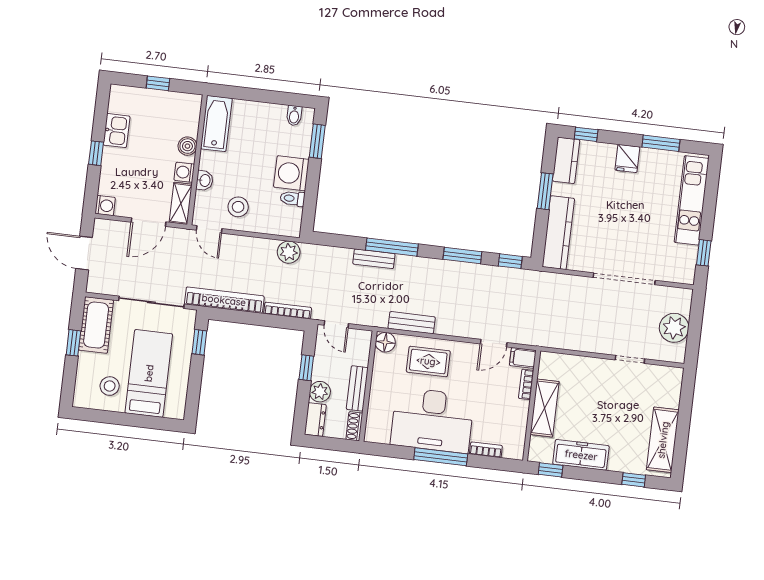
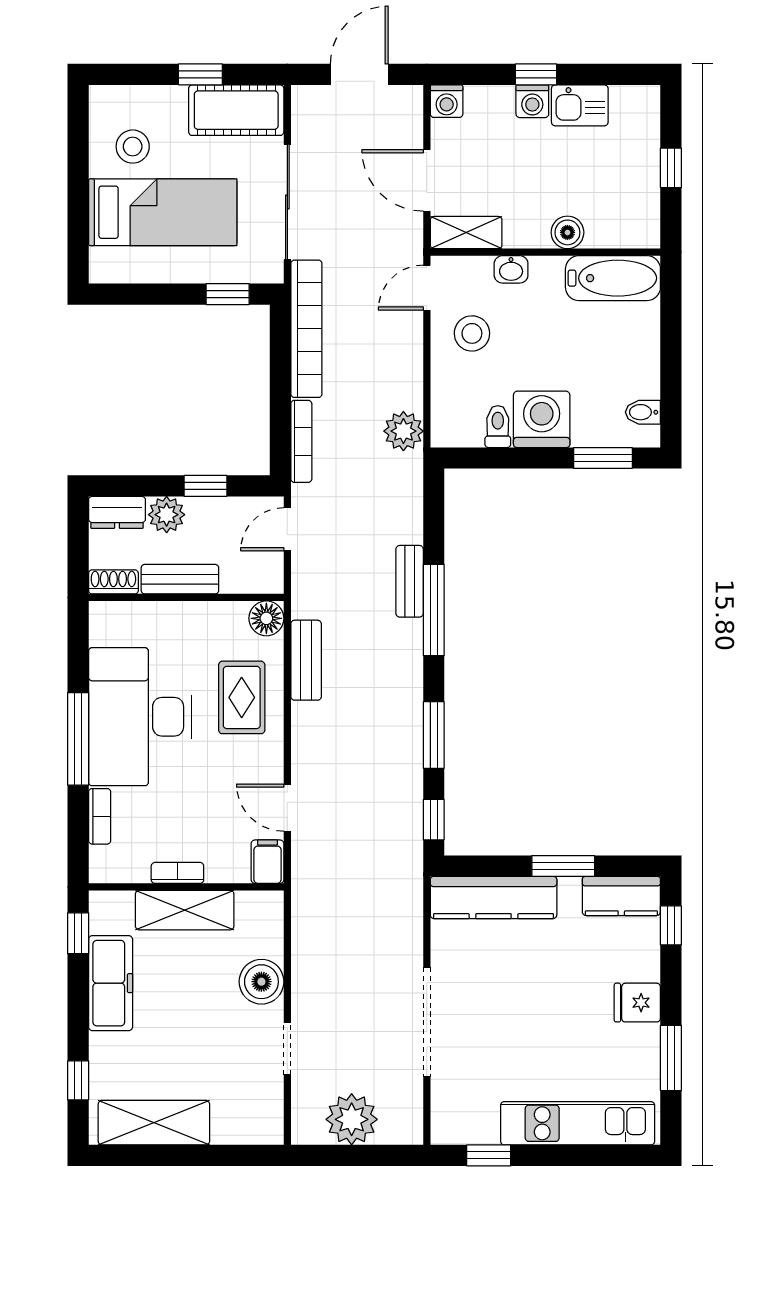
washing machine: (184, 172) -> (532, 101), moved, turned 180
boiler: (590, 369) -> (261, 982), added
bookcase: (526, 384) -> (177, 873), moved

